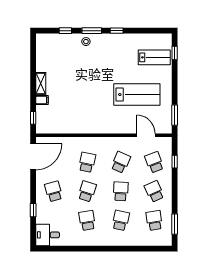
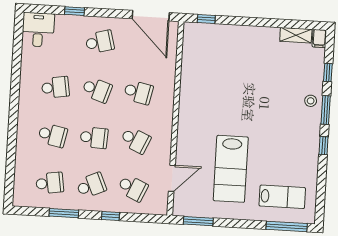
window: (175, 53) -> (287, 226), width x2.17
lab bench: (154, 57) -> (282, 197), turned -90
shelving: (41, 83) -> (296, 35), moved
filing cabinet: (42, 100) -> (319, 38), moved
school desk: (154, 162) -> (133, 188), turned 45
window: (175, 162) -> (111, 216), moved
window: (175, 224) -> (64, 213), moved

